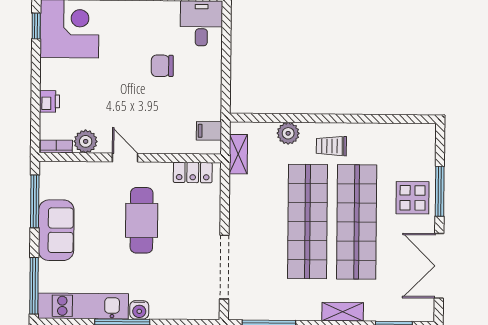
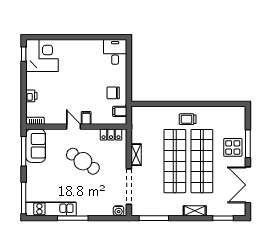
chair: (162, 66) -> (113, 93), moved
plant: (288, 133) -> (164, 112), removed
plant: (86, 141) -> (52, 118), removed
filing cabinet: (148, 142) -> (86, 118), added
shelving: (238, 154) -> (136, 155), moved
cafe table: (142, 220) -> (83, 161), turned -56
sofa: (56, 230) -> (36, 146), moved
water cooler: (139, 310) -> (119, 211), moved

